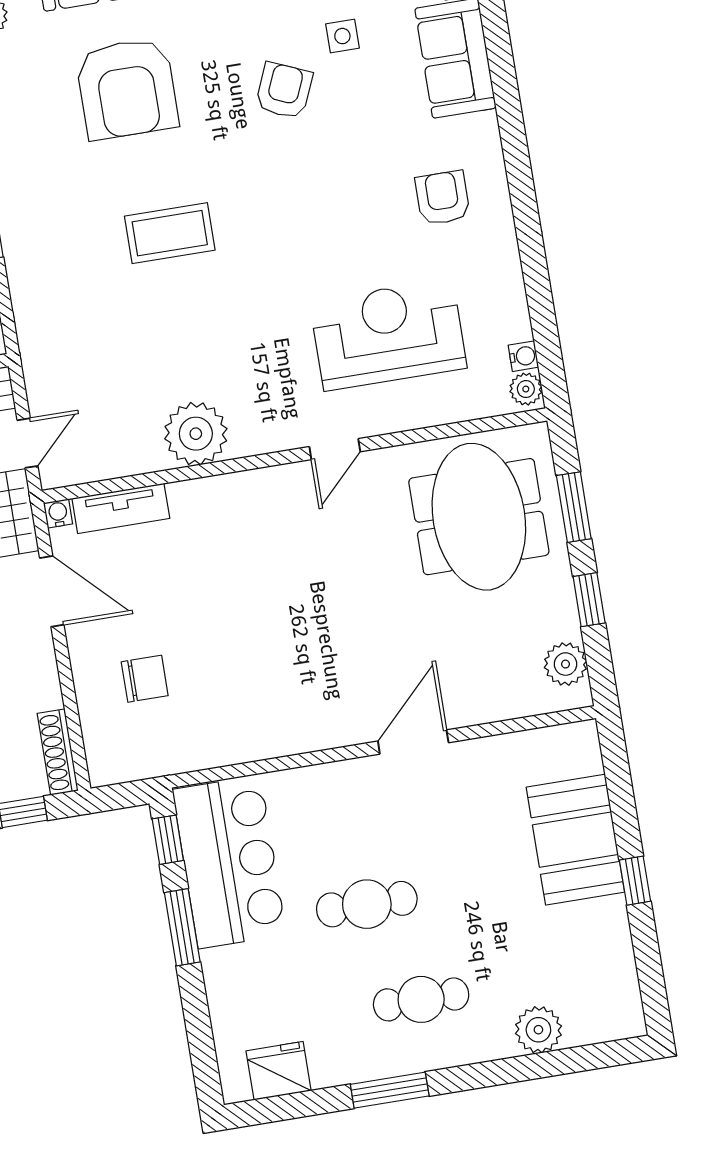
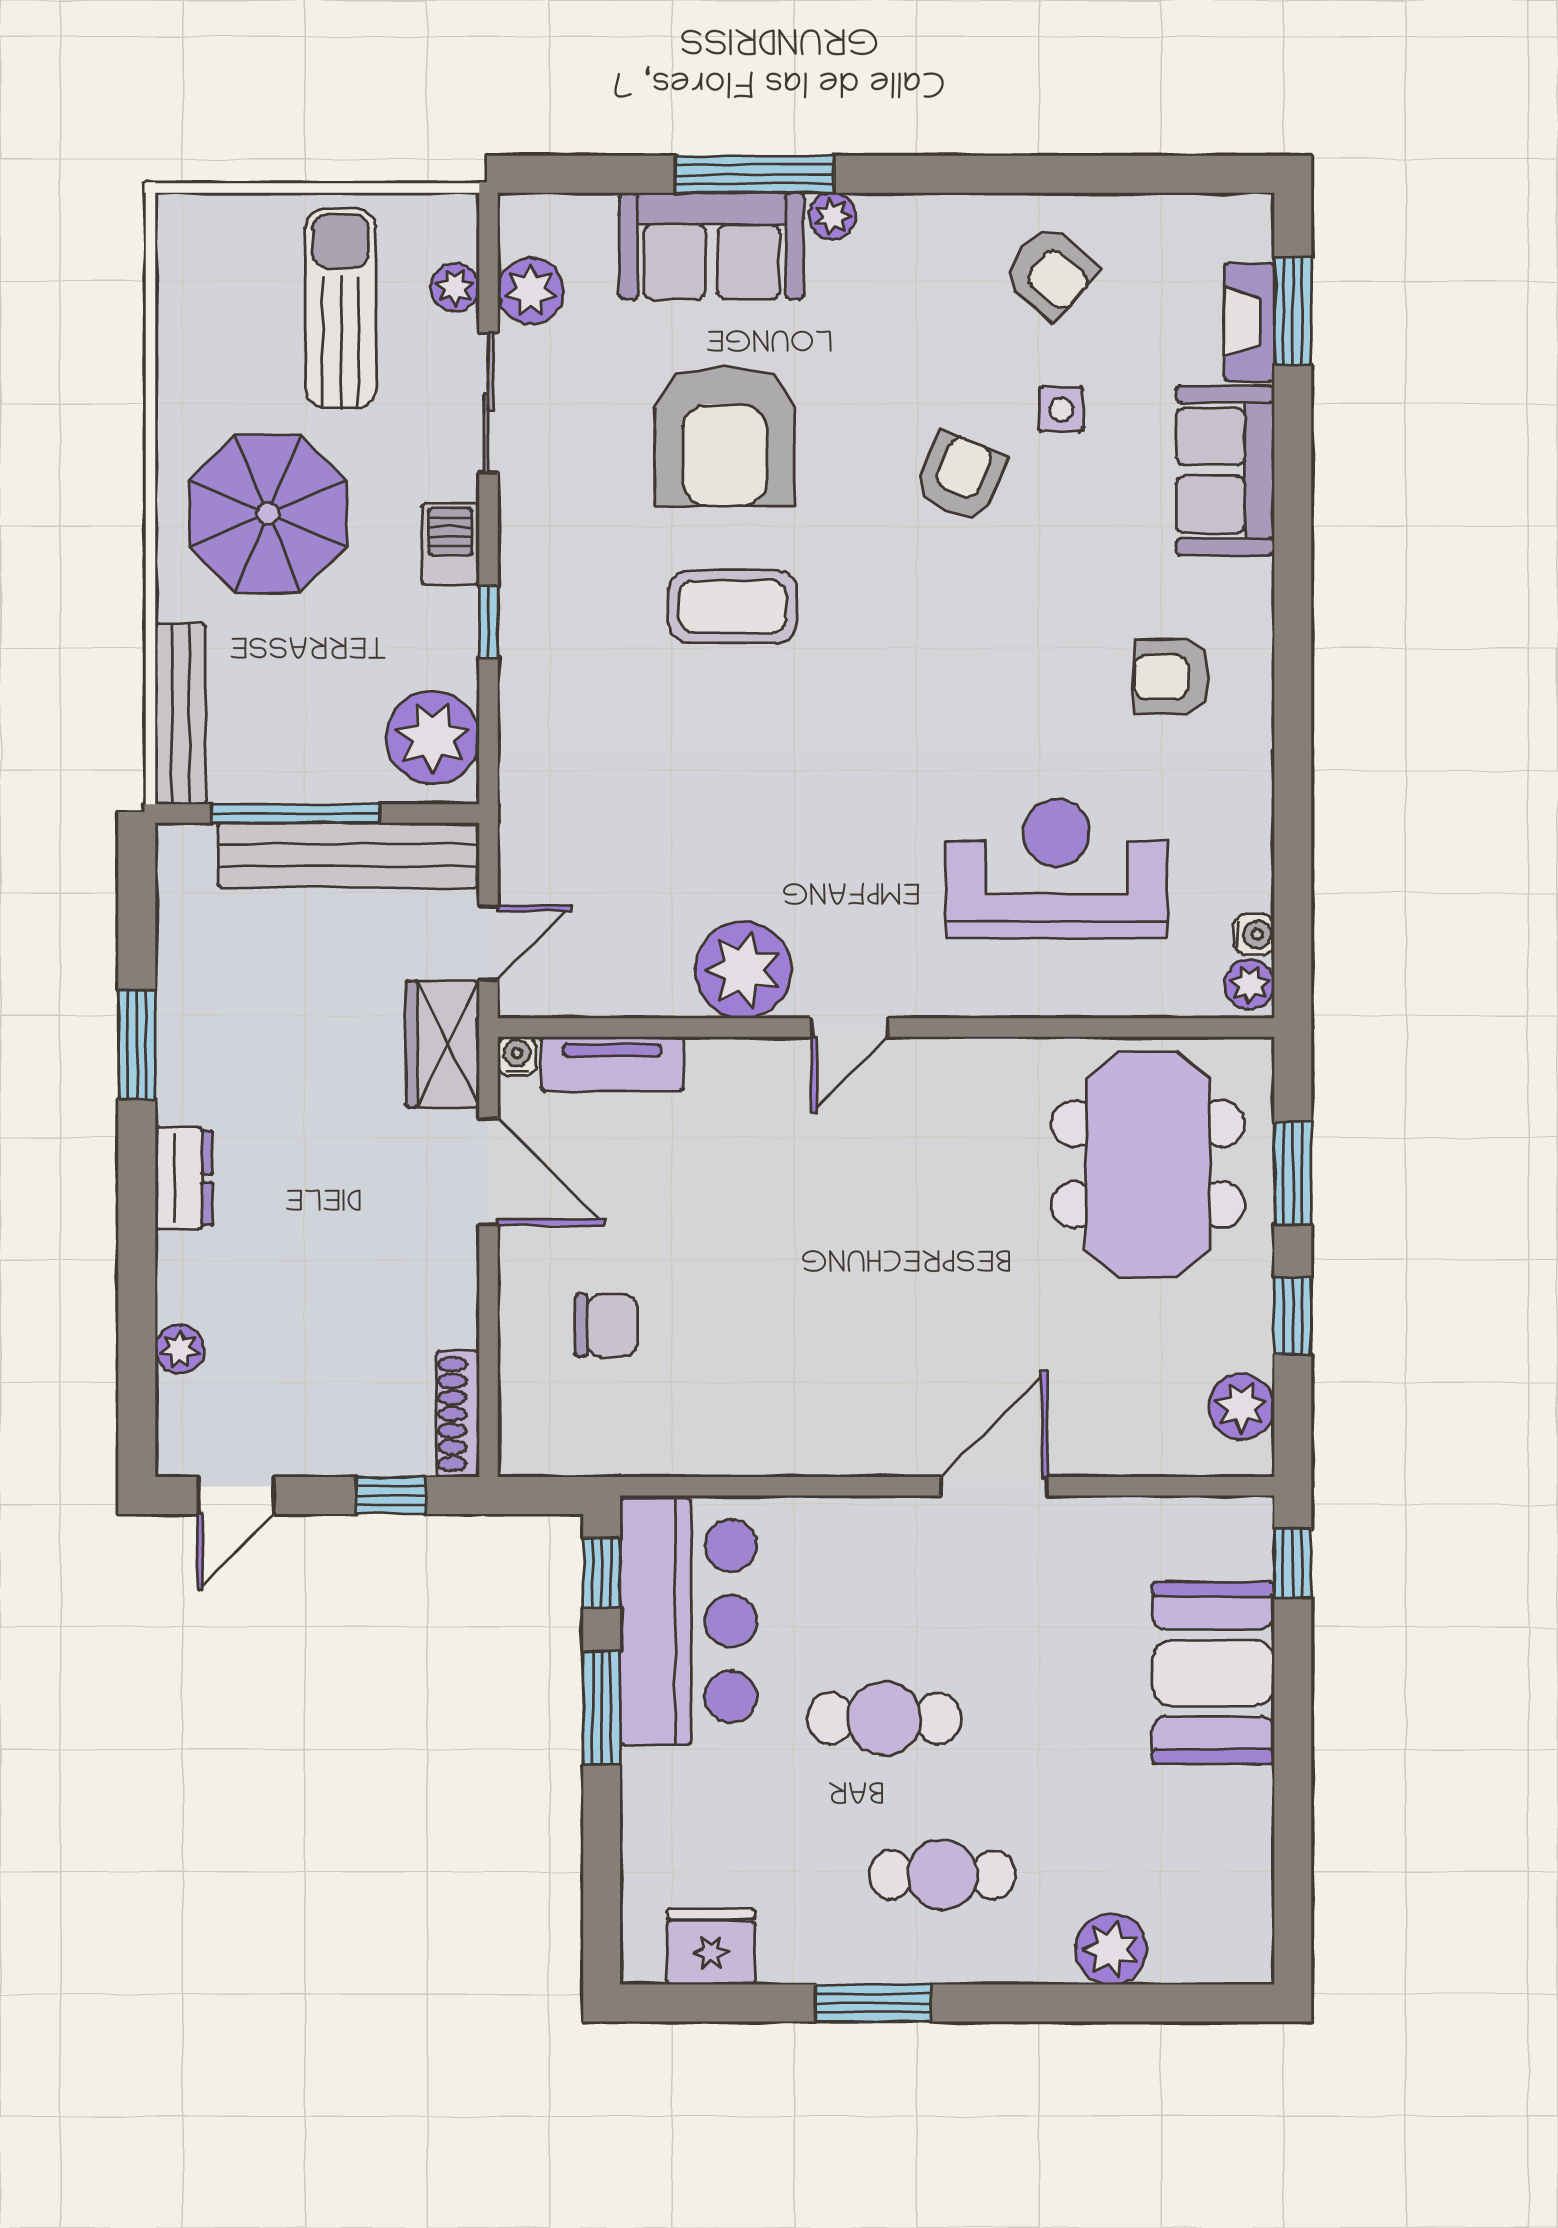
armchair: (443, 198) -> (1172, 677), turned -90
coffee table: (170, 233) -> (732, 607), moved
door: (335, 449) -> (850, 1028), moved
window: (635, 881) -> (1293, 1563), moved

